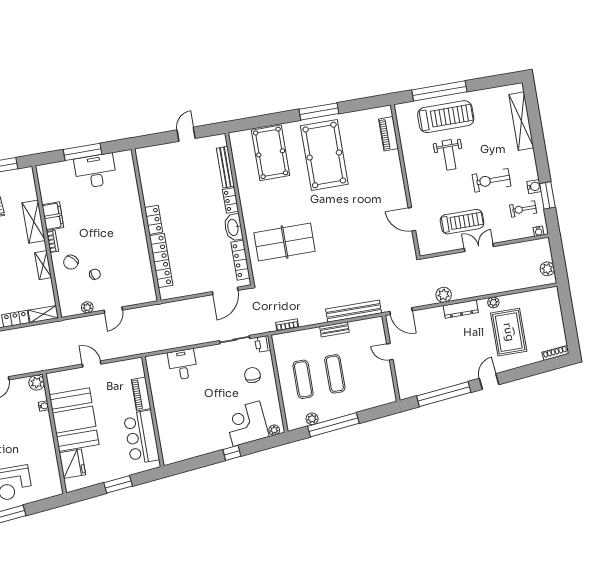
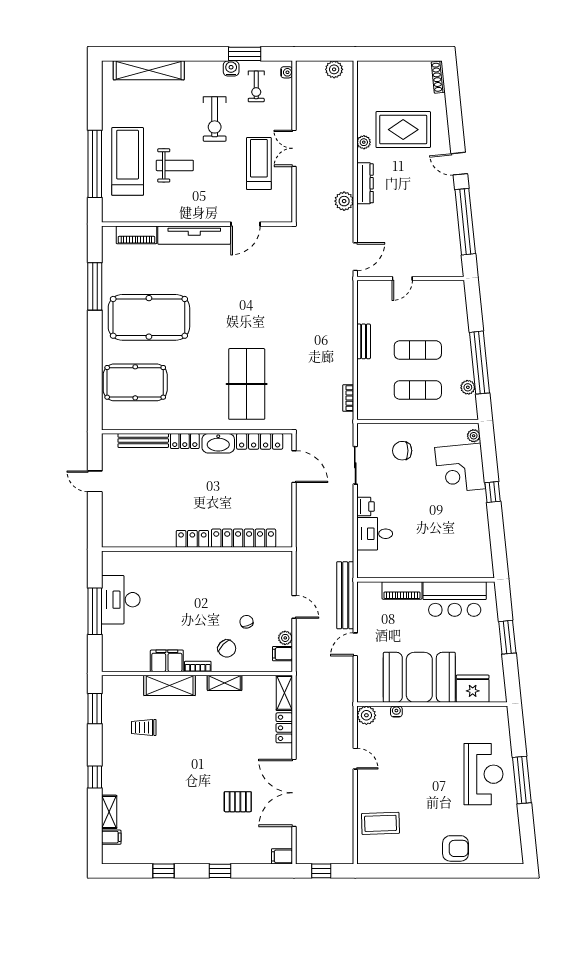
window: (319, 111) -> (95, 286), moved
tv unit: (396, 180) -> (194, 235), added
filing cabinet: (74, 307) -> (282, 654), added
bench: (354, 311) -> (345, 595), moved
printer: (263, 344) -> (366, 507), moved, turned -90

